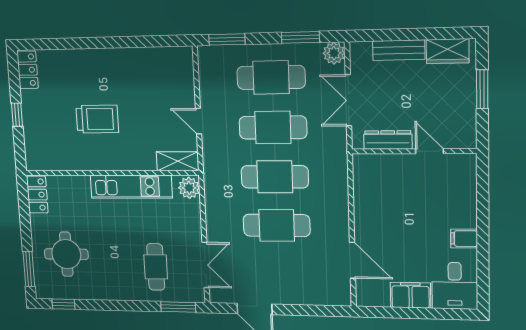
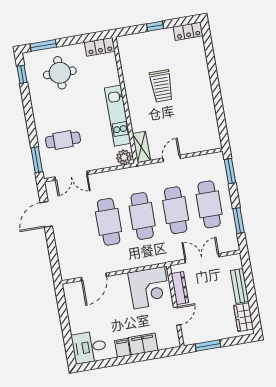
plant: (334, 53) -> (231, 244), removed
window: (482, 89) -> (208, 346), moved
corner desk: (380, 184) -> (149, 288), added
filing cabinet: (411, 295) -> (143, 344), moved, turned -90

